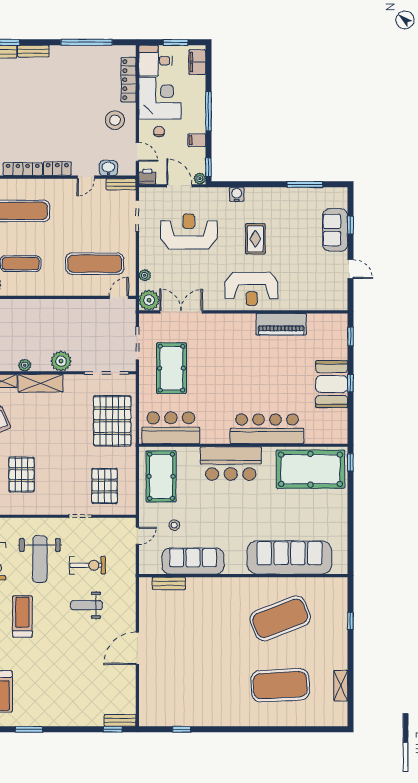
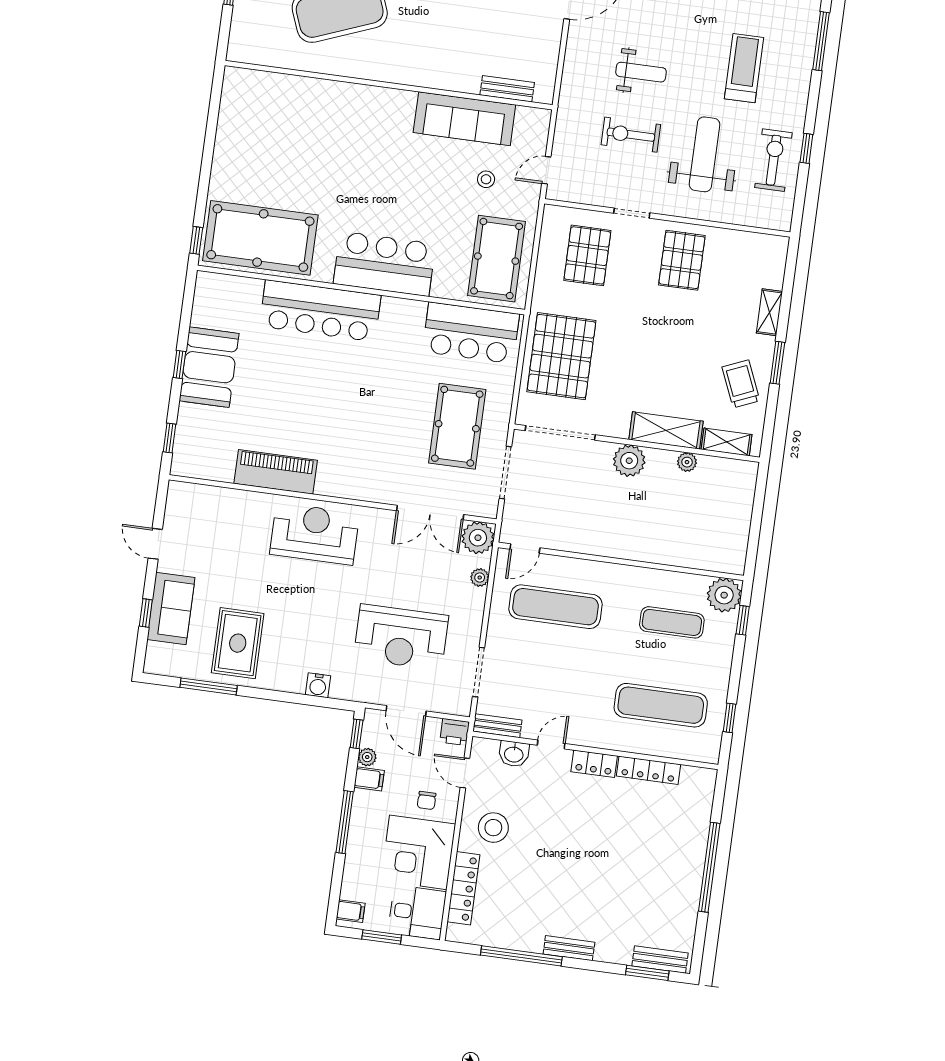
bench: (33, 51) -> (569, 948), moved
filing cabinet: (197, 62) -> (351, 911), width x0.50
plant: (200, 179) -> (367, 757), moved
rug: (255, 239) -> (238, 643), moved, width x1.36, depth x1.43
pallet: (22, 475) -> (682, 260), moved
sofa: (289, 557) -> (312, 104), removed
treadmill: (22, 616) -> (744, 68), turned 180

